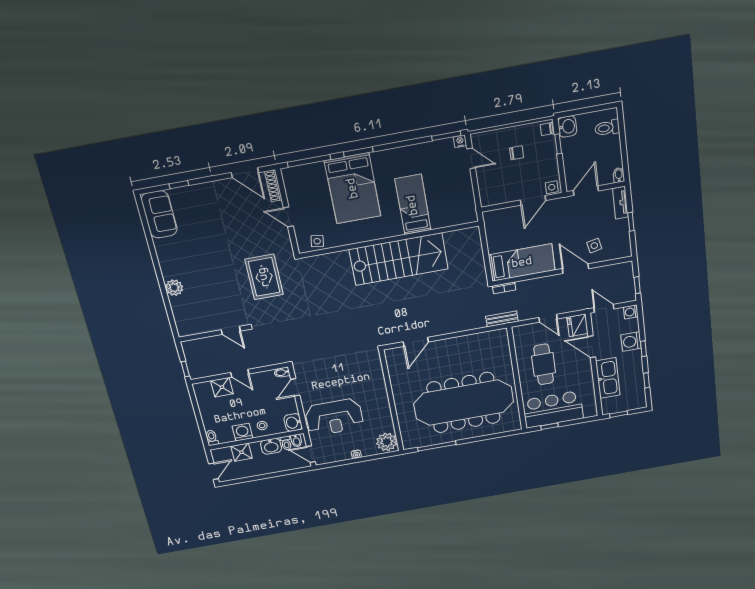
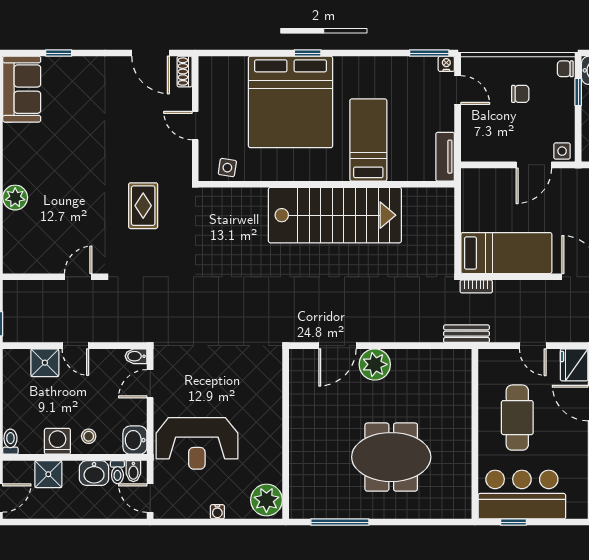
window: (358, 152) -> (308, 53), width x0.67
window: (309, 161) -> (239, 53), removed
shoe rack: (273, 186) -> (185, 72), width x0.70
bed: (353, 188) -> (291, 102), width x1.36
tv unit: (469, 206) -> (445, 157), added
rug: (264, 277) -> (143, 206), width x0.73, depth x0.70
door: (231, 330) -> (78, 277), swing flipped
plant: (443, 349) -> (375, 364), added
meeting table: (464, 403) -> (391, 457), width x0.54, depth x0.79

